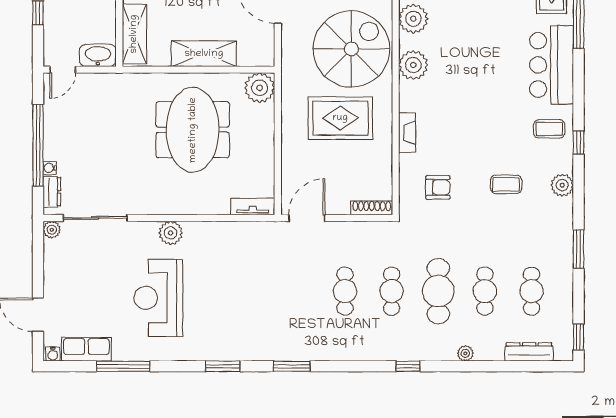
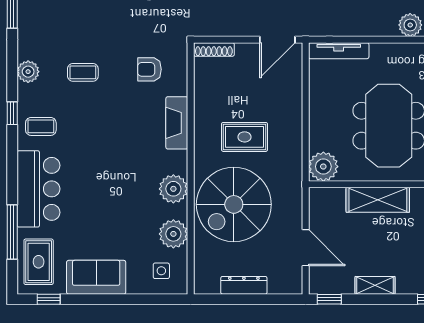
rug: (340, 118) -> (245, 137), width x0.73, depth x0.70
fireplace: (407, 133) -> (177, 123), width x1.37, depth x1.32
tv unit: (253, 207) -> (339, 51), width x1.41

